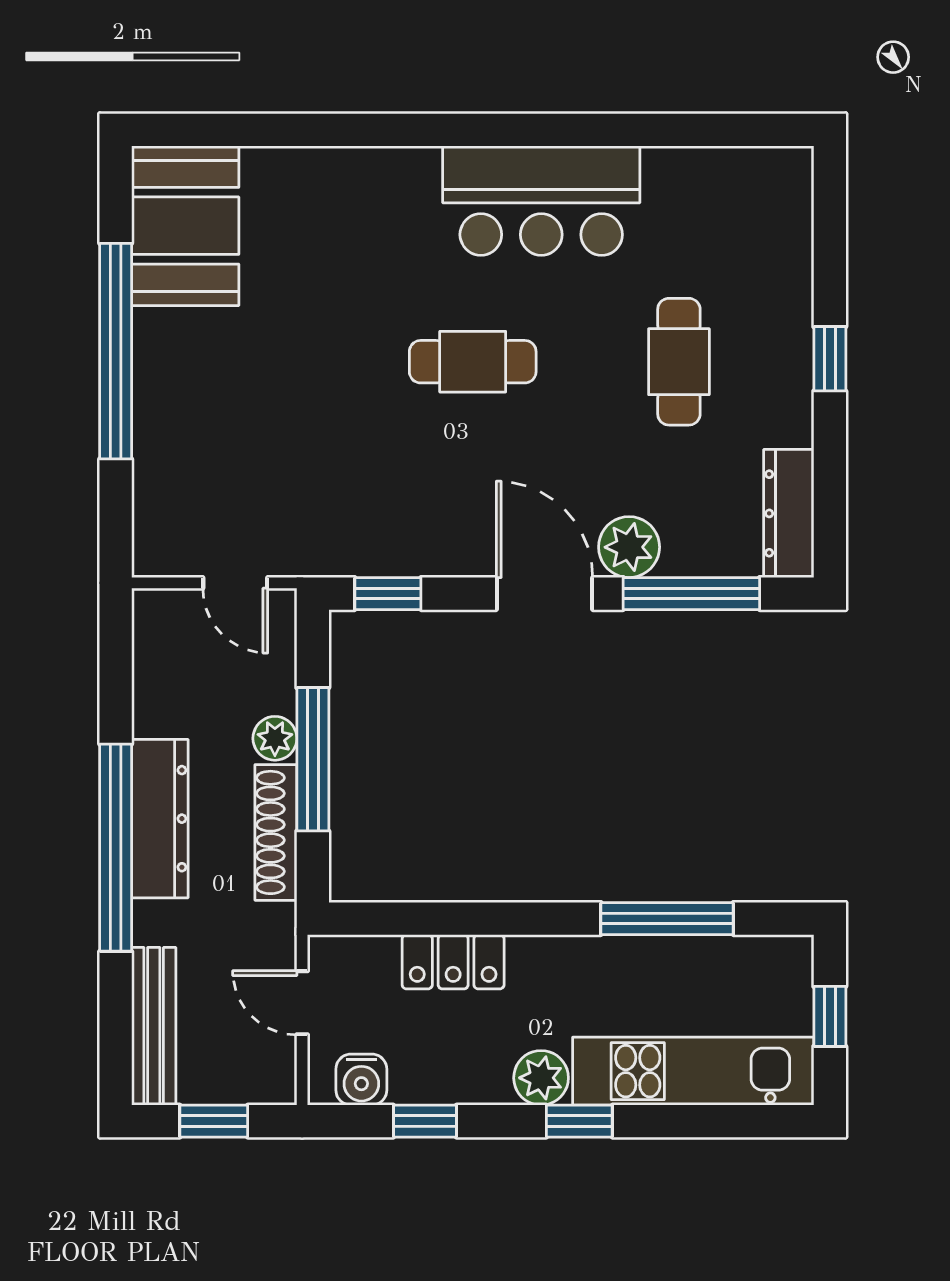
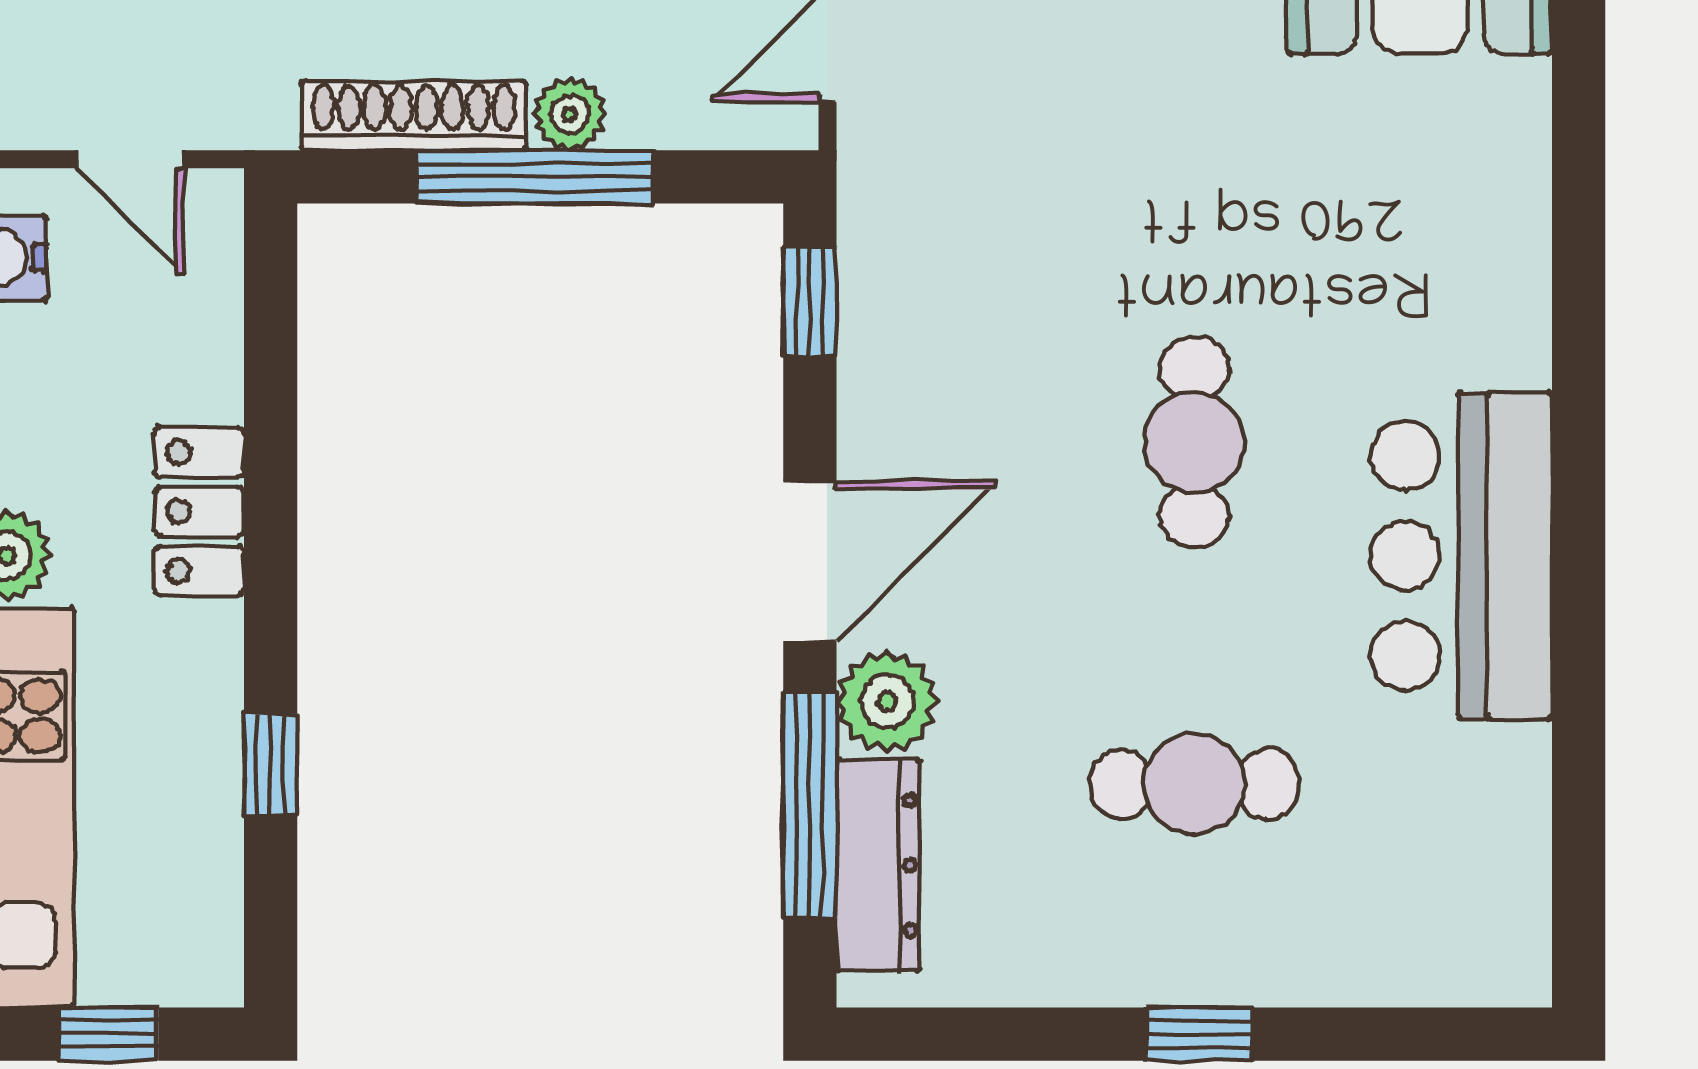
dresser: (789, 513) -> (878, 865), moved, turned 90
window: (667, 919) -> (271, 764), width x0.46
locker: (453, 962) -> (199, 511), moved
door: (302, 1003) -> (131, 159), swing flipped

